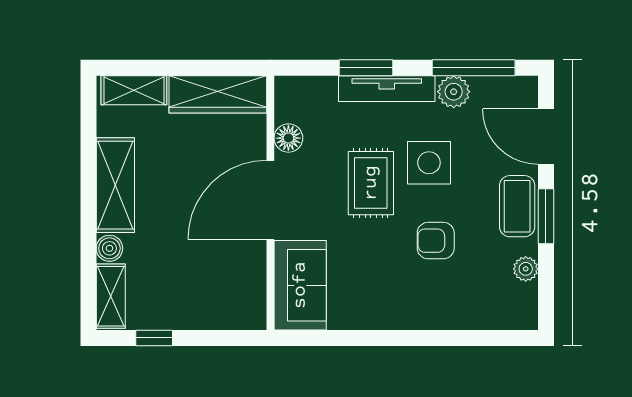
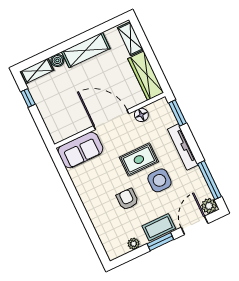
window: (366, 68) -> (178, 113), moved
plant: (454, 92) -> (209, 206), moved

